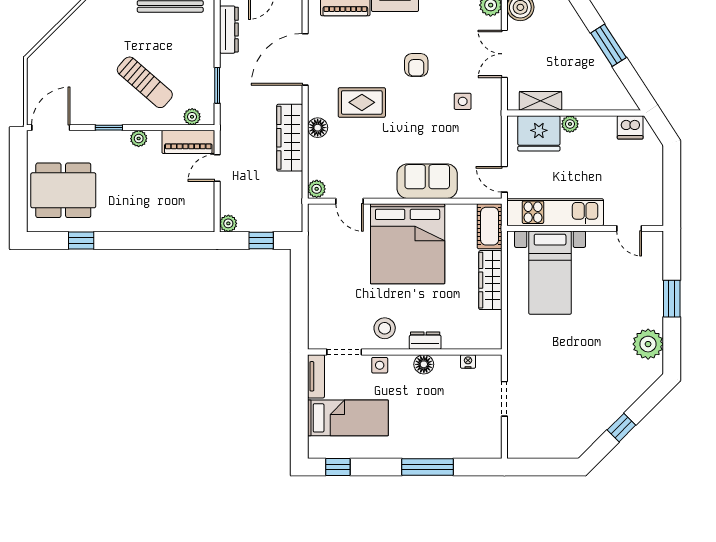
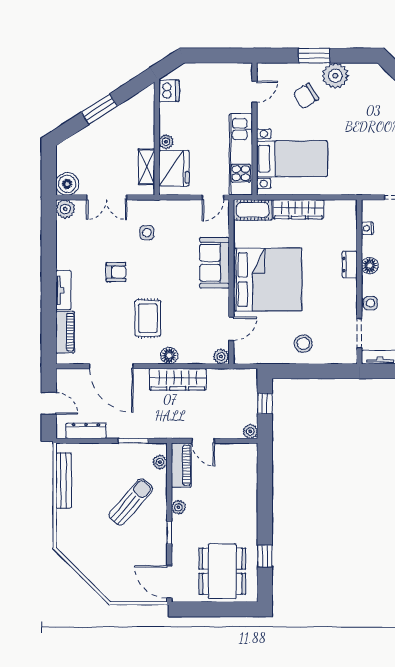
chair: (624, 289) -> (306, 96), added
stool: (385, 328) -> (303, 344), moved
plant: (648, 344) -> (335, 76), moved

